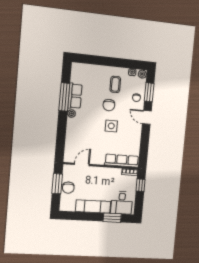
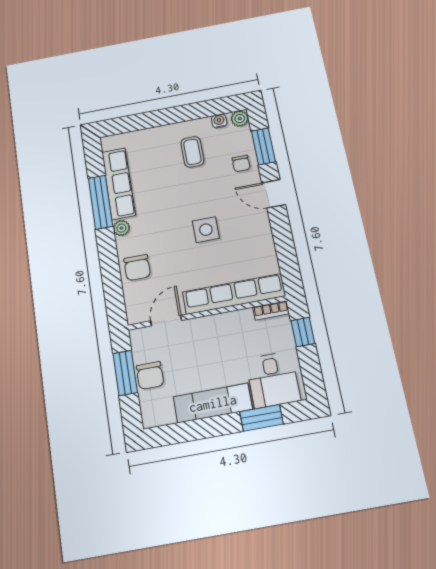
row of seats: (75, 96) -> (119, 184), width x1.48
chair: (109, 105) -> (137, 268), moved
row of seats: (122, 161) -> (234, 294), width x1.36

